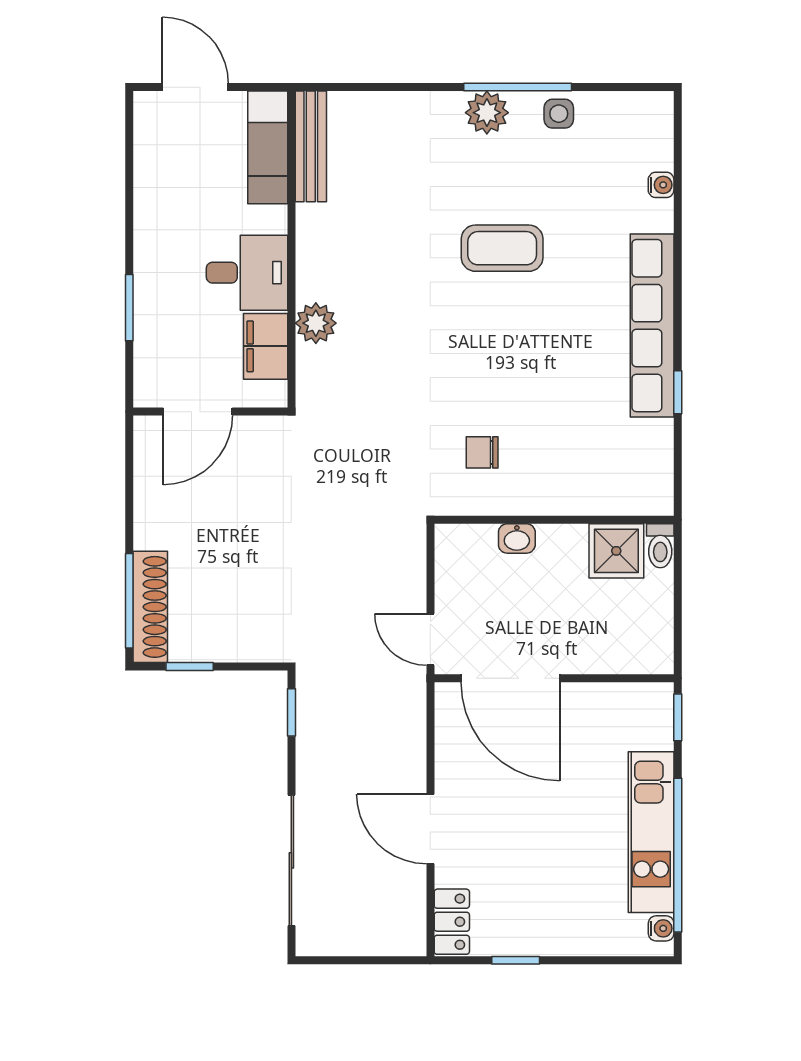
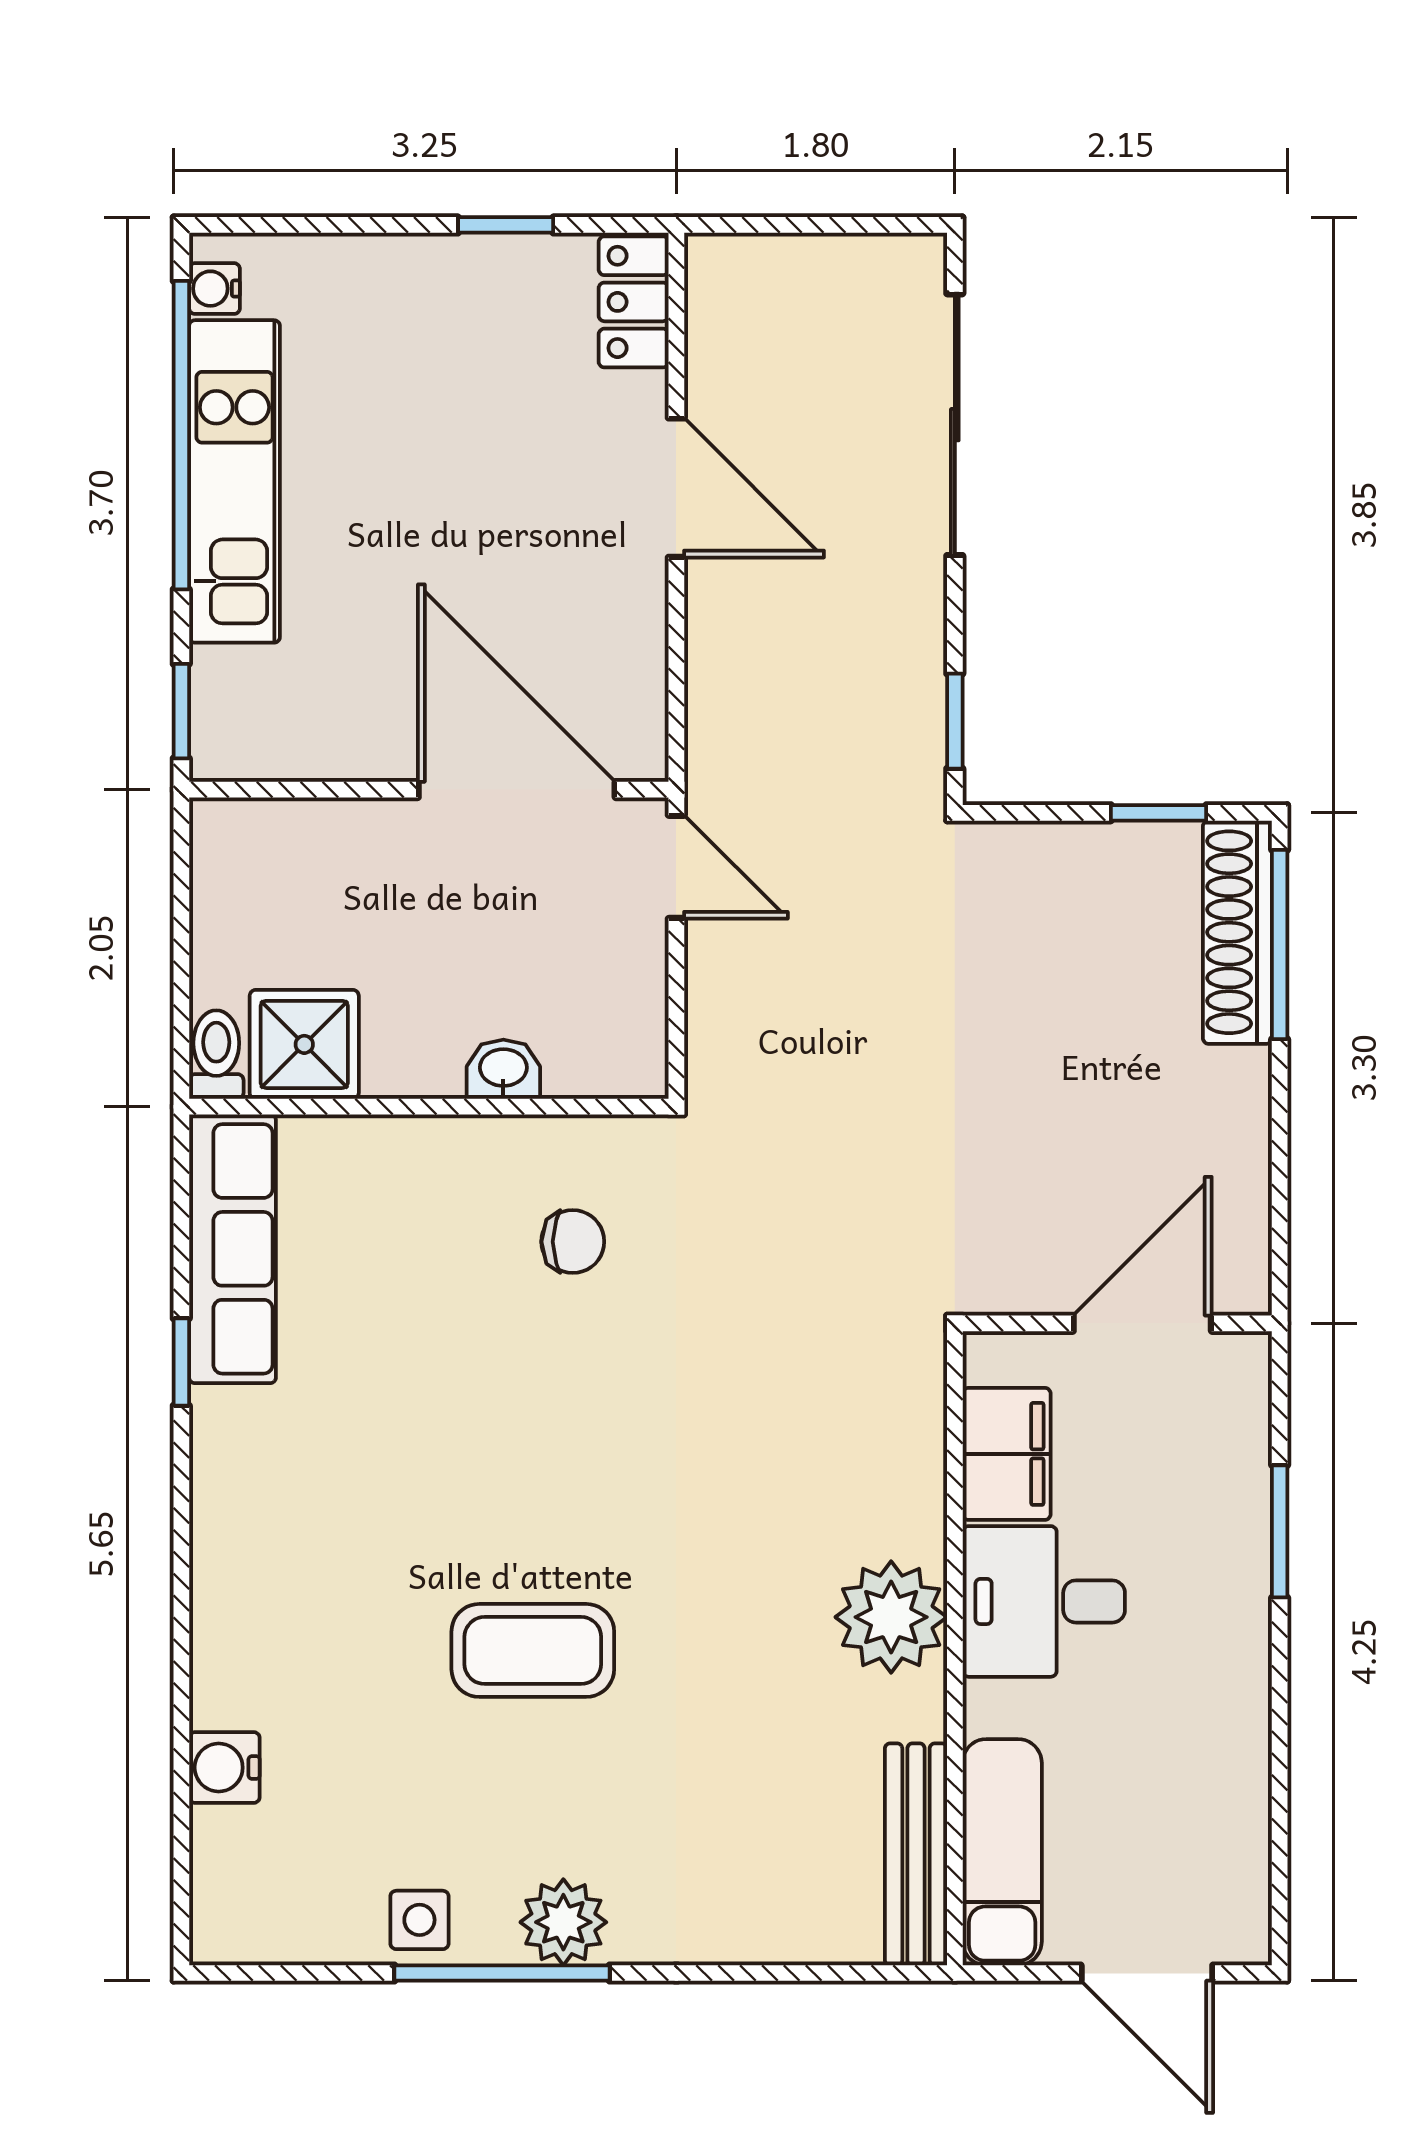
water cooler: (661, 185) -> (224, 1768), width x1.38, depth x1.38
plant: (316, 323) -> (891, 1617), moved, width x1.36, depth x1.36
row of seats: (652, 326) -> (233, 1249), moved, width x0.73

